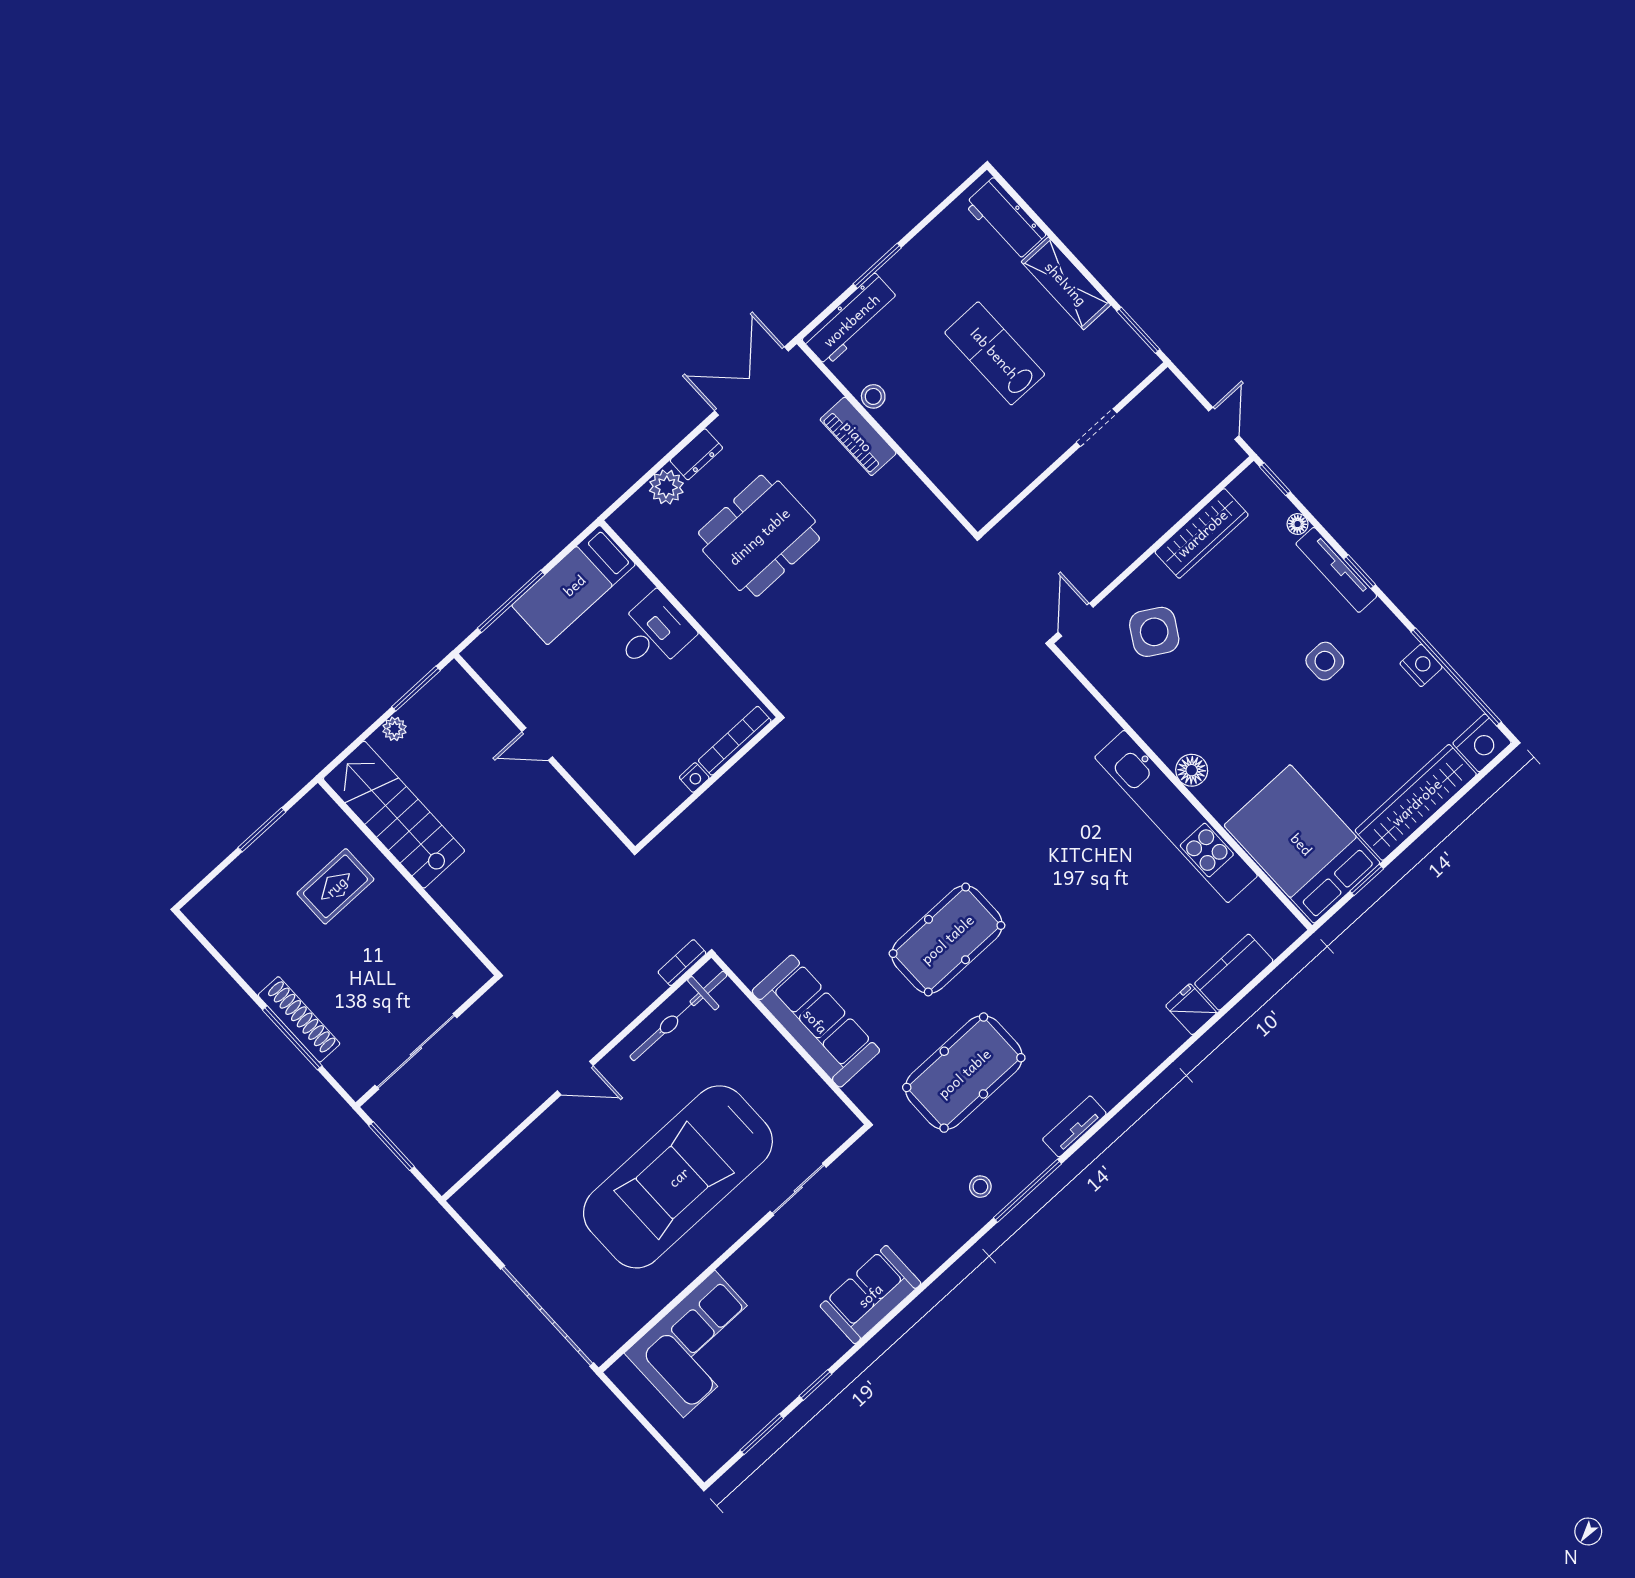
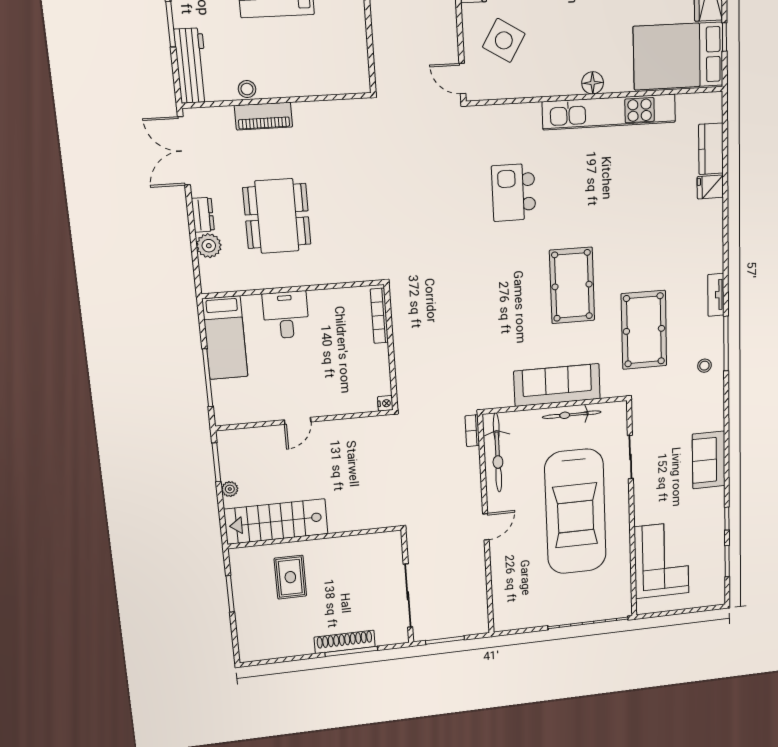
nightstand: (694, 777) -> (385, 403), moved
kitchen island: (998, 781) -> (514, 192), added
bicycle: (794, 1070) -> (572, 415), added

